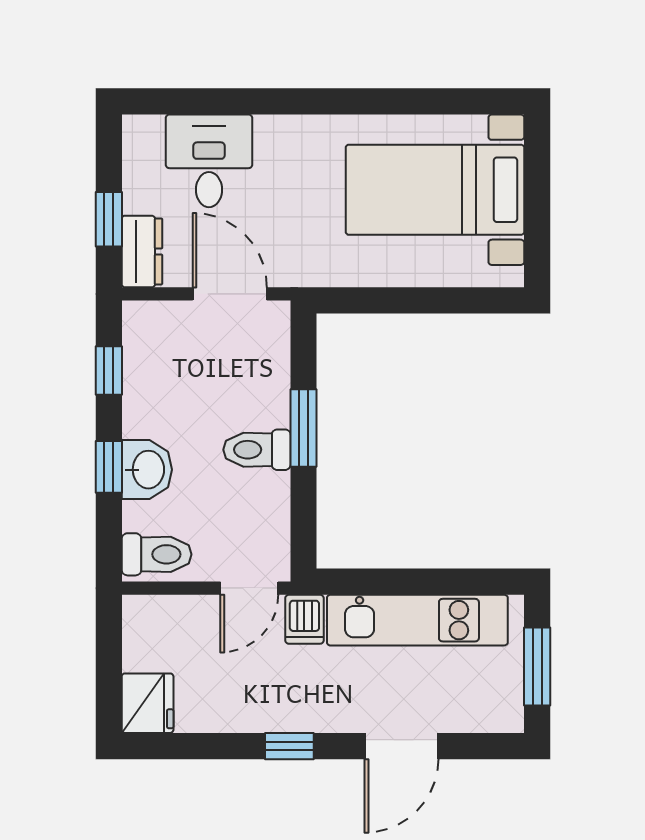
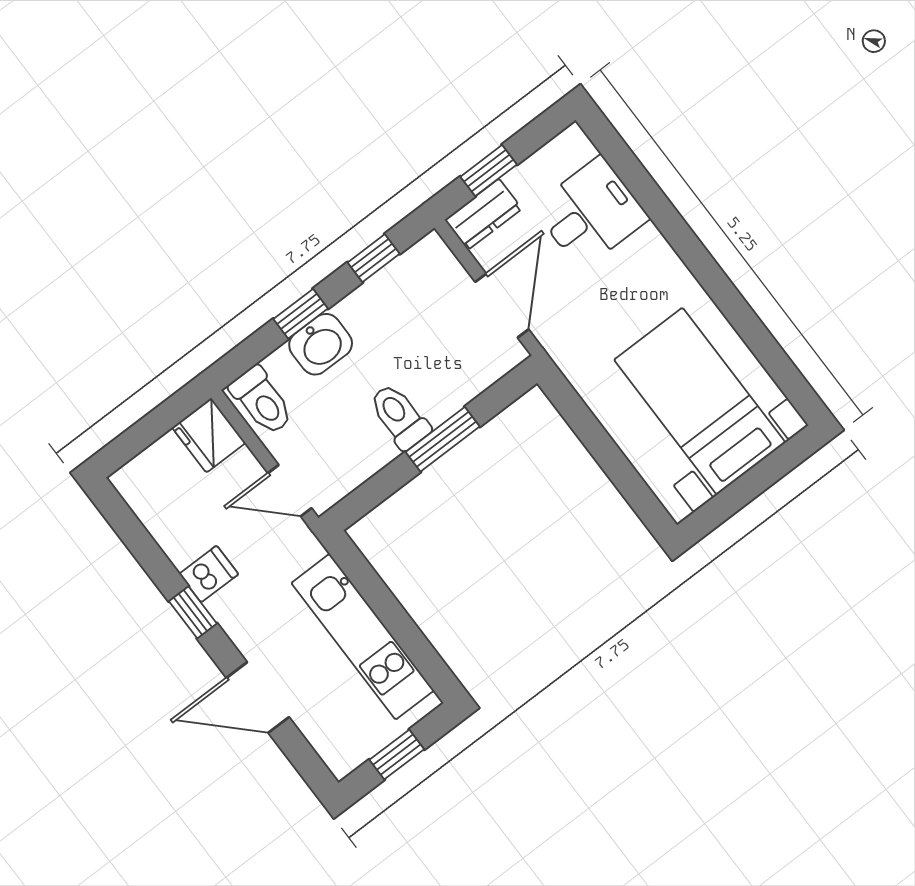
dishwasher: (304, 619) -> (209, 574), moved, turned 180
window: (537, 666) -> (397, 755), width x0.67
fridge: (148, 703) -> (209, 435), moved, turned 90

